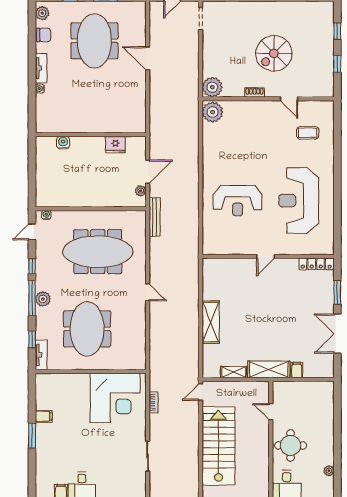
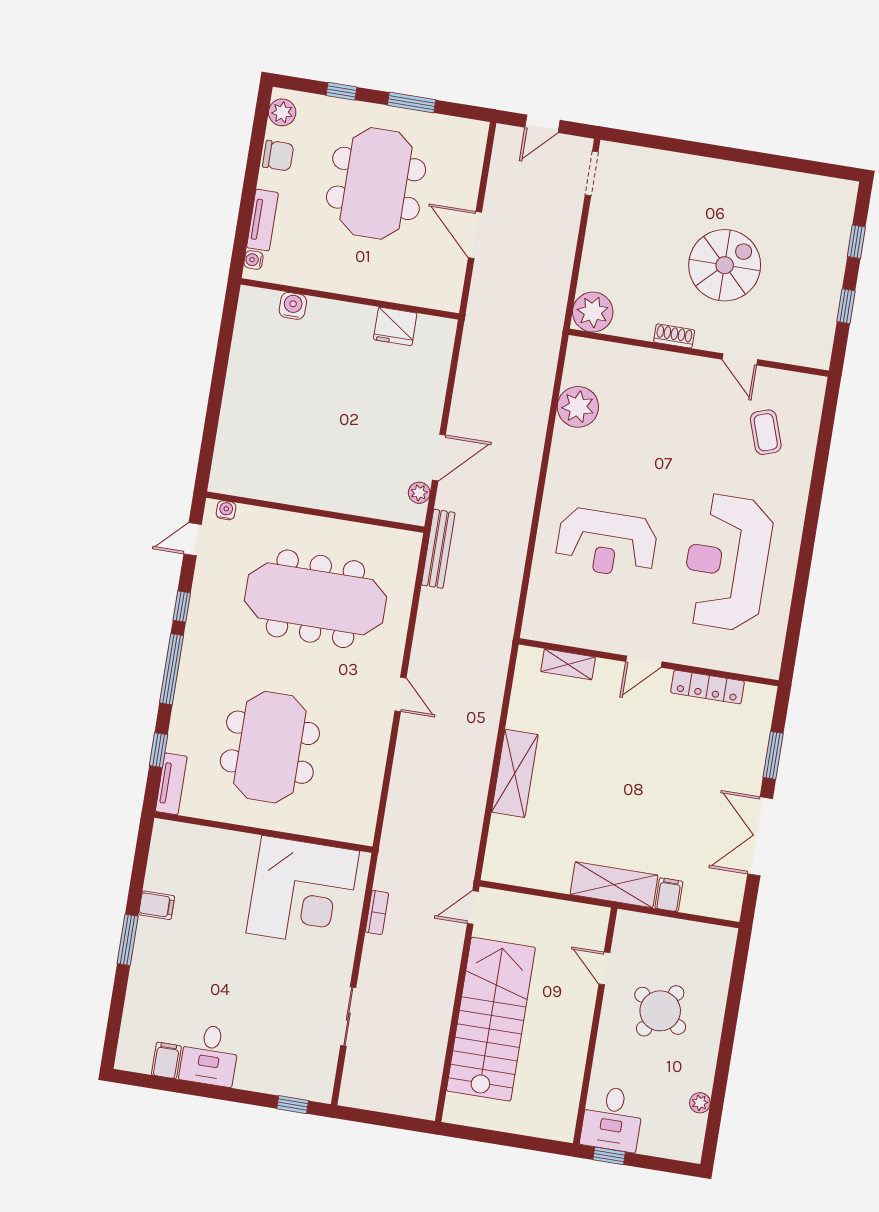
spiral stairs: (274, 53) -> (725, 265), turned 180
plant: (212, 112) -> (578, 407), moved
coffee table: (308, 133) -> (766, 432), turned 71
wall: (91, 135) -> (350, 299), moved
water cooler: (63, 143) -> (293, 306), moved
fridge: (115, 145) -> (395, 326), moved
locker: (316, 264) -> (708, 687), moved
plant: (43, 299) -> (193, 674), removed
shelving: (234, 372) -> (568, 664), moved
round table: (291, 445) -> (660, 1011), moved, turned 33

